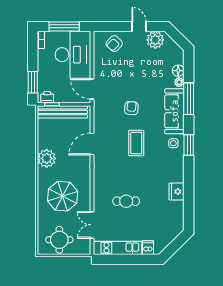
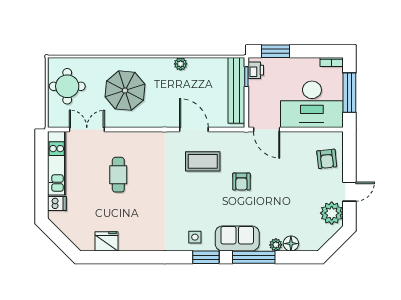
armchair: (114, 44) -> (327, 159), turned -139
door: (92, 89) -> (267, 130), swing flipped
armchair: (131, 108) -> (241, 182), turned 84
sofa: (174, 111) -> (237, 238), width x0.73
coffee table: (136, 143) -> (203, 161), moved
window: (189, 145) -> (206, 257), moved
plant: (47, 158) -> (181, 64), width x0.53, depth x0.53
fridge: (177, 192) -> (107, 241), moved

